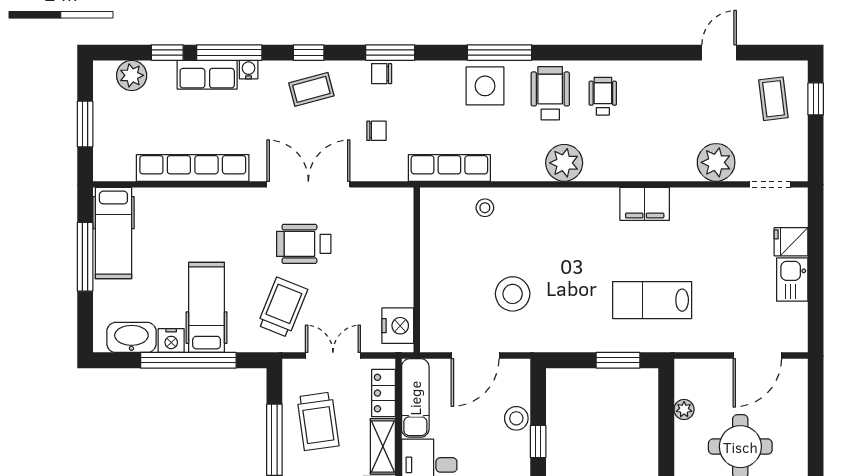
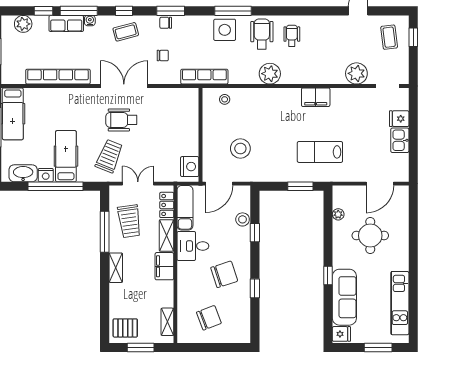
wall: (417, 270) -> (200, 135), moved
nightstand: (398, 326) -> (190, 167), moved

